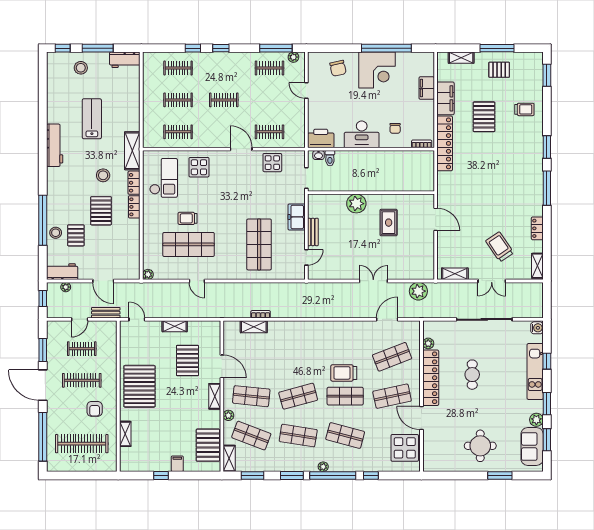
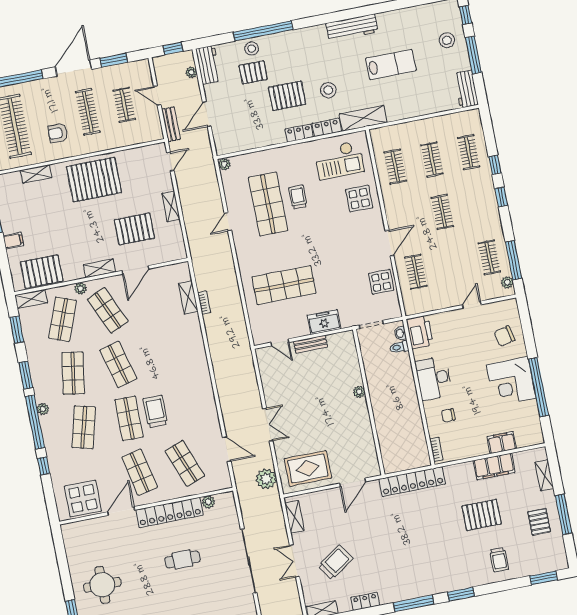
locker: (445, 143) -> (412, 482), moved
plant: (356, 204) -> (359, 392), width x0.53, depth x0.53
rug: (389, 223) -> (308, 468), moved, width x1.36, depth x1.43
shop shelf: (251, 396) -> (108, 310), turned -30

